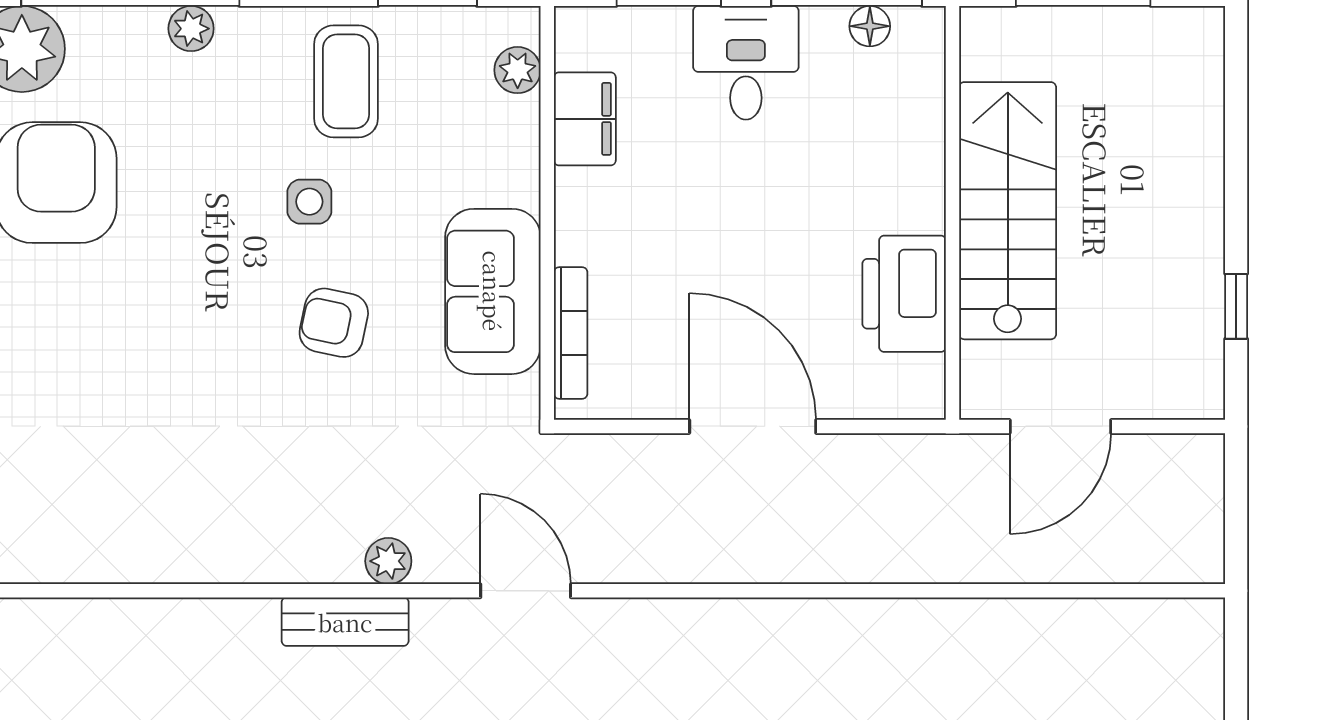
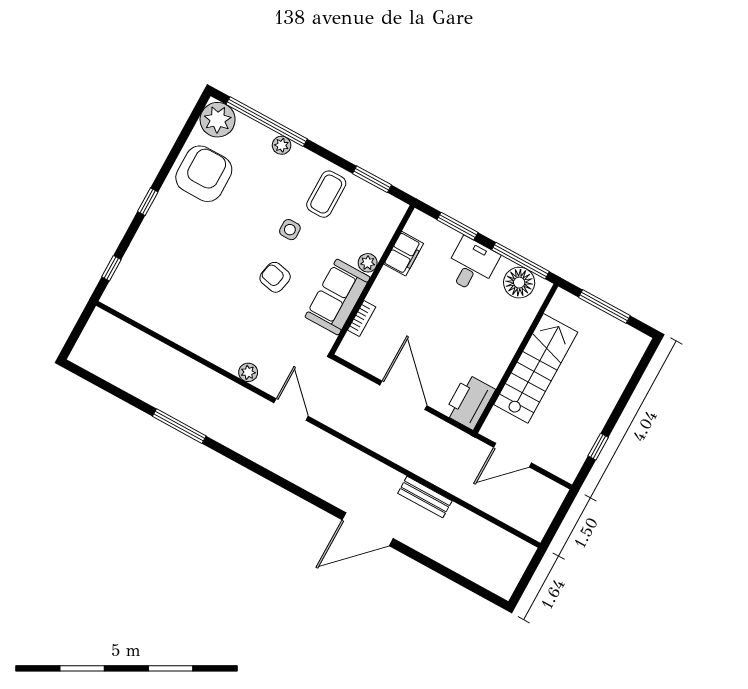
floor lamp: (870, 26) -> (519, 283), width x1.89, depth x1.89
plant: (518, 70) -> (368, 263), moved
printer: (904, 294) -> (470, 402), moved
bookcase: (571, 333) -> (362, 318), width x0.64
bench: (345, 622) -> (425, 497), moved

